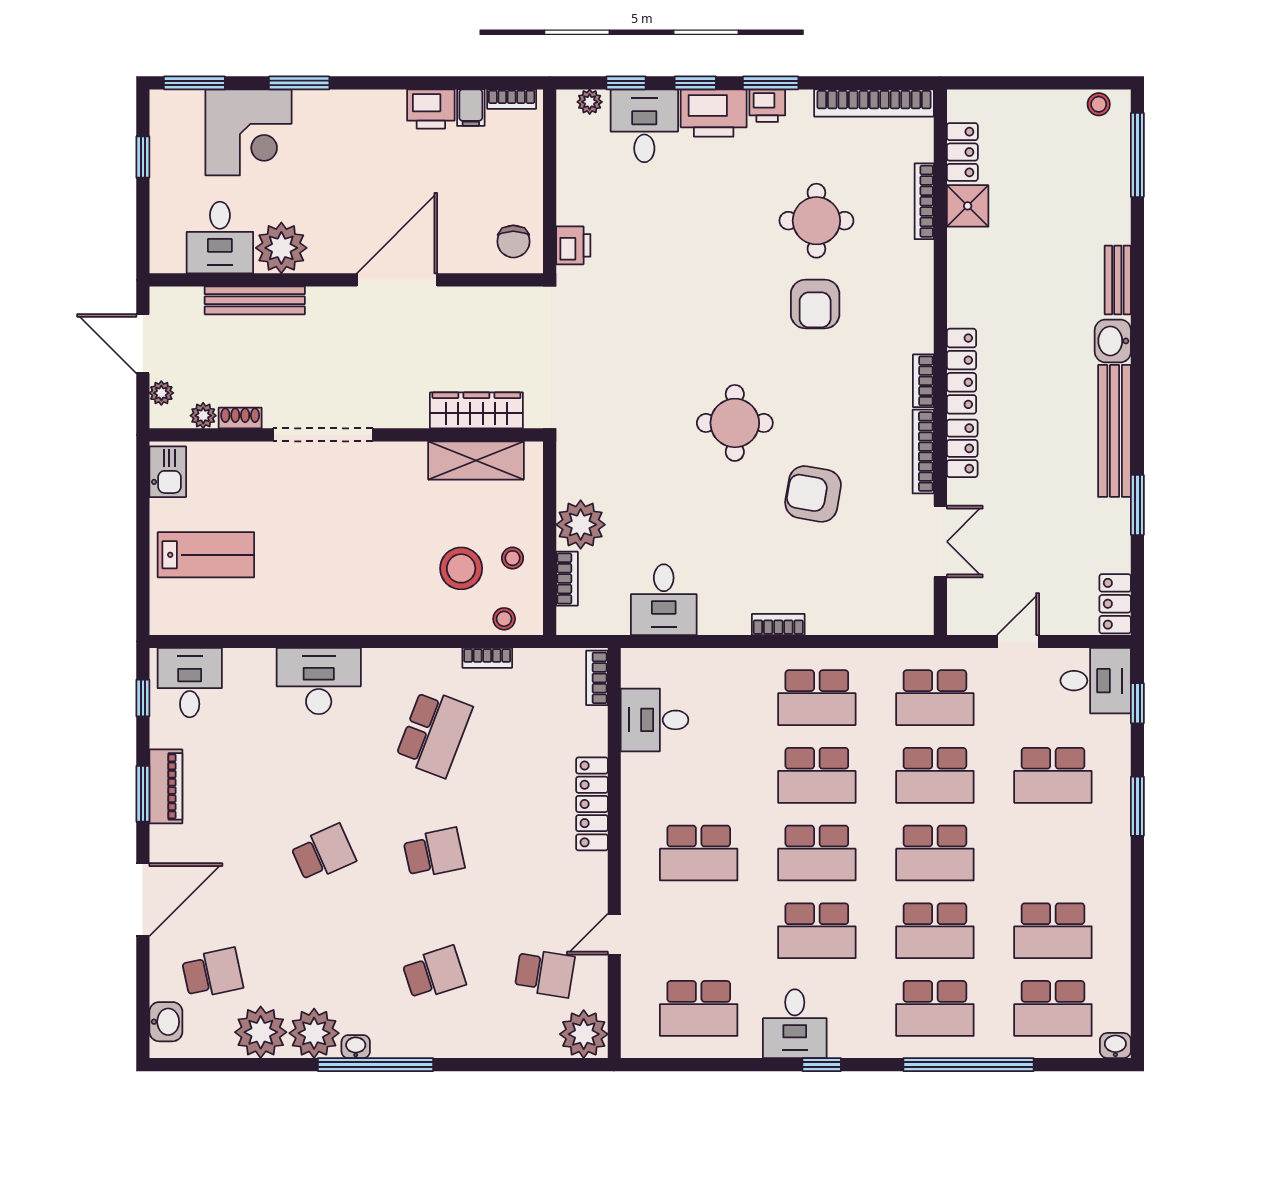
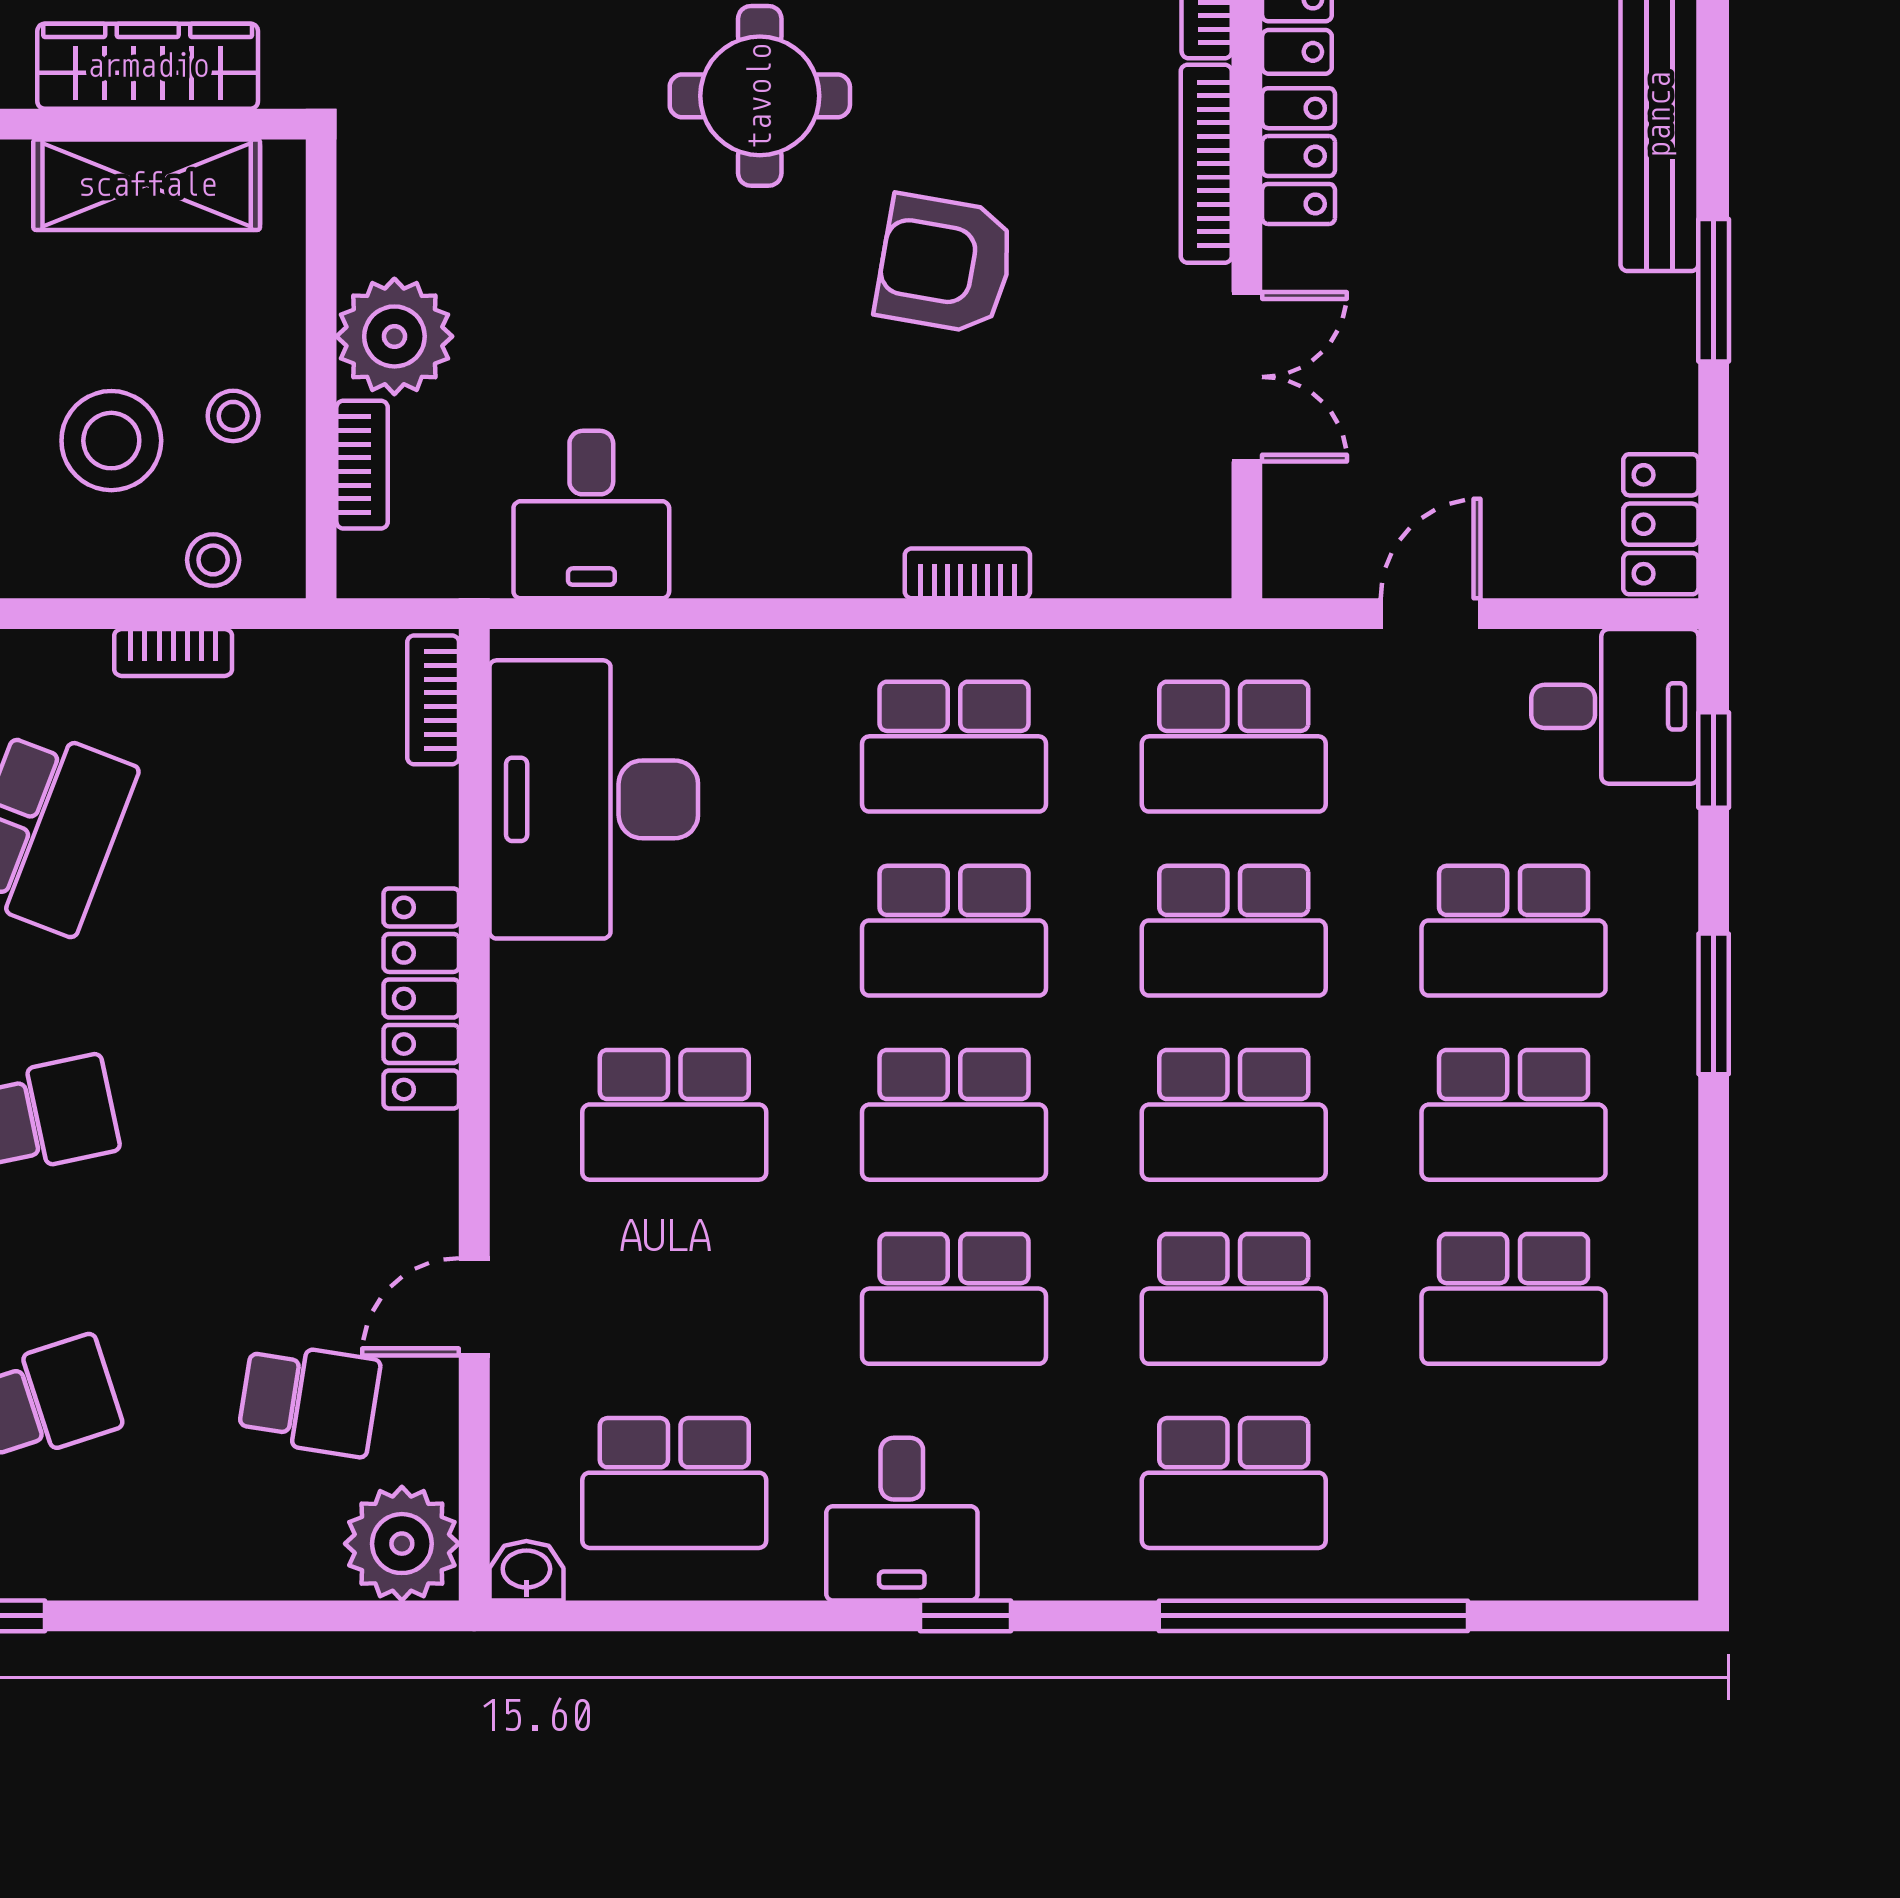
bookcase: (778, 625) -> (967, 573), moved
desk: (655, 720) -> (594, 799), width x1.87, depth x1.30
school desk: (1053, 1008) -> (1514, 1115), moved
washbasin: (1115, 1046) -> (526, 1571), moved

